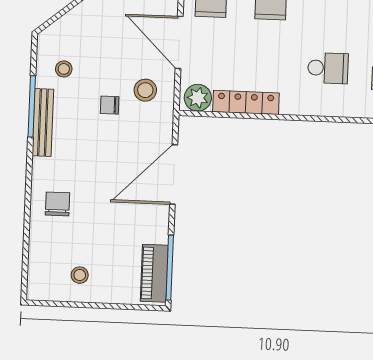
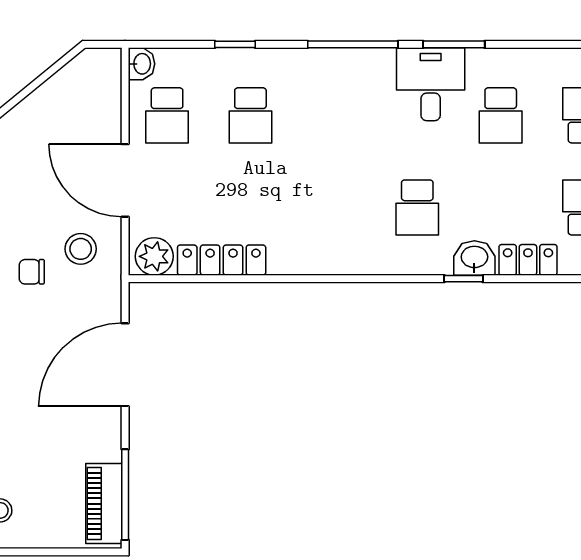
school desk: (328, 68) -> (334, 207), removed

